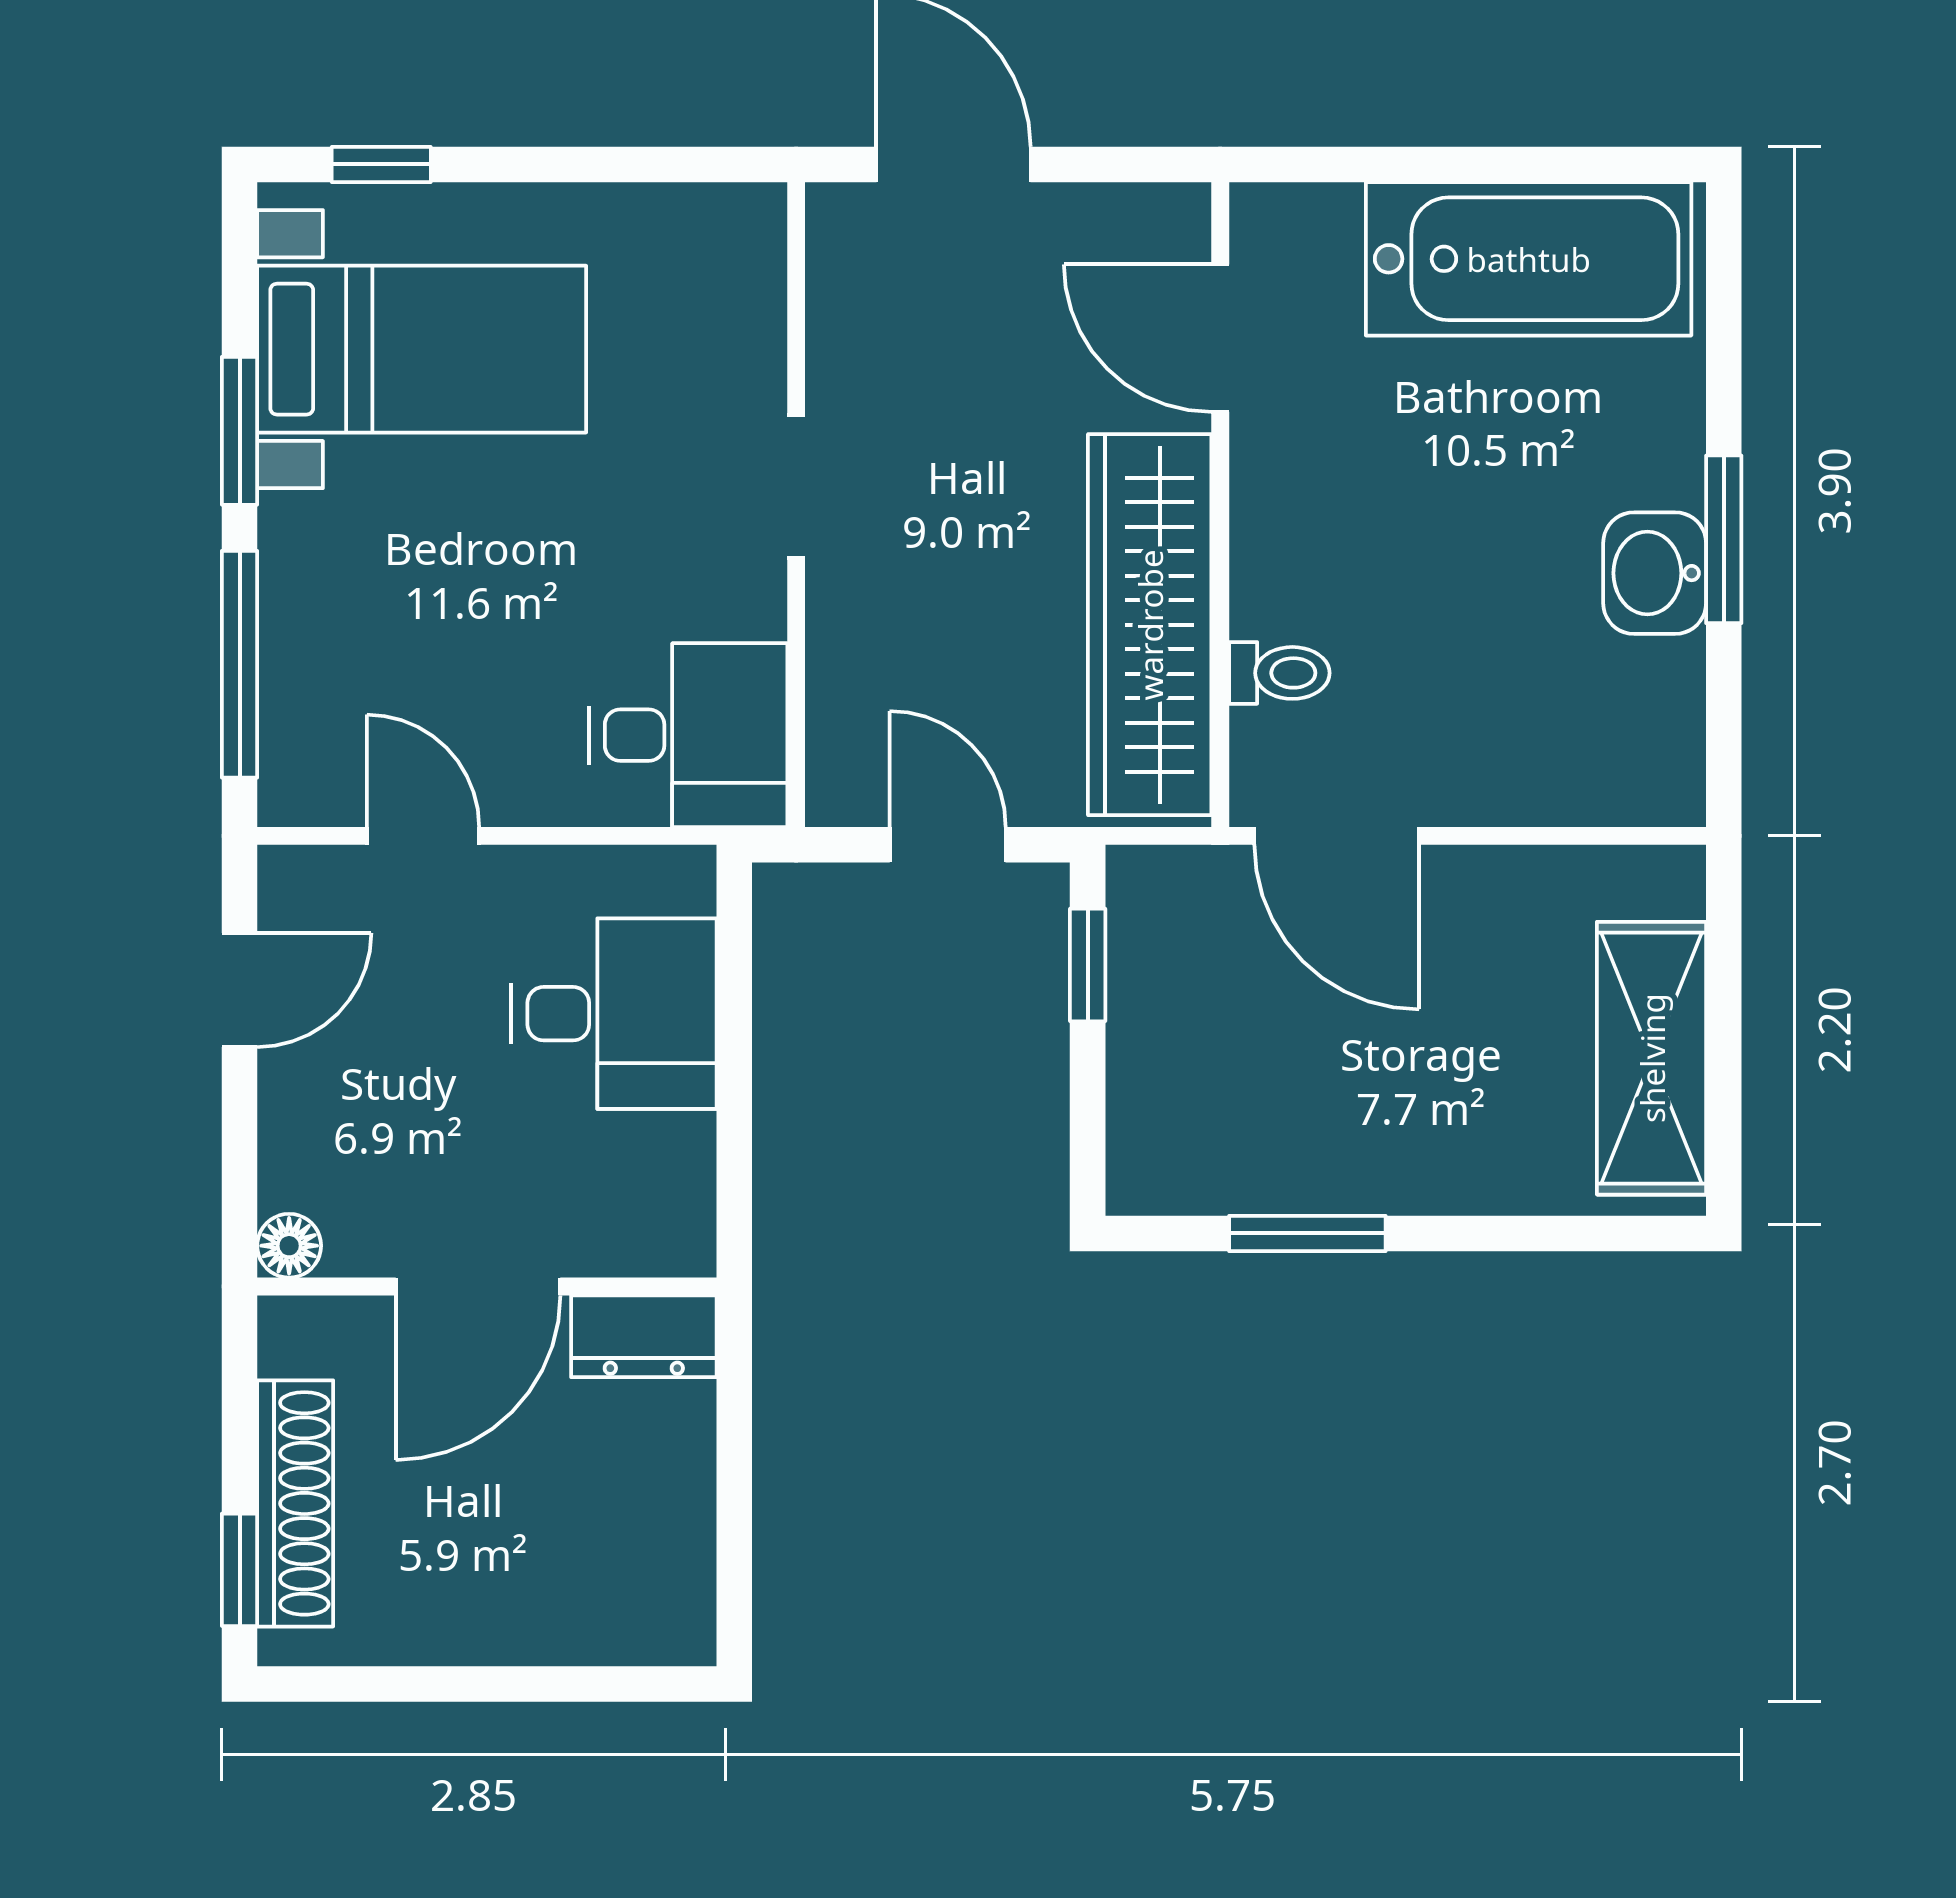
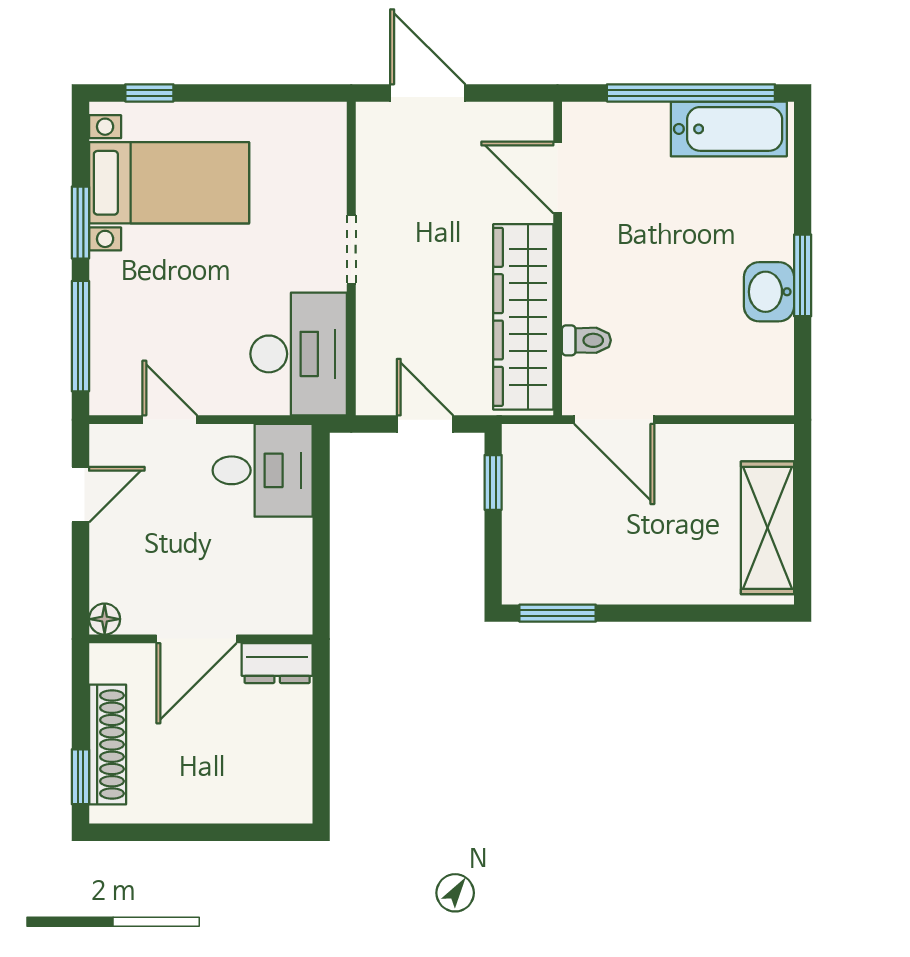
window: (1494, 164) -> (691, 93), added
bathtub: (1529, 259) -> (729, 129), width x0.73, depth x0.73
desk: (688, 735) -> (299, 354), width x1.37
desk: (614, 1014) -> (263, 470), moved
window: (1307, 1233) -> (558, 613), moved

